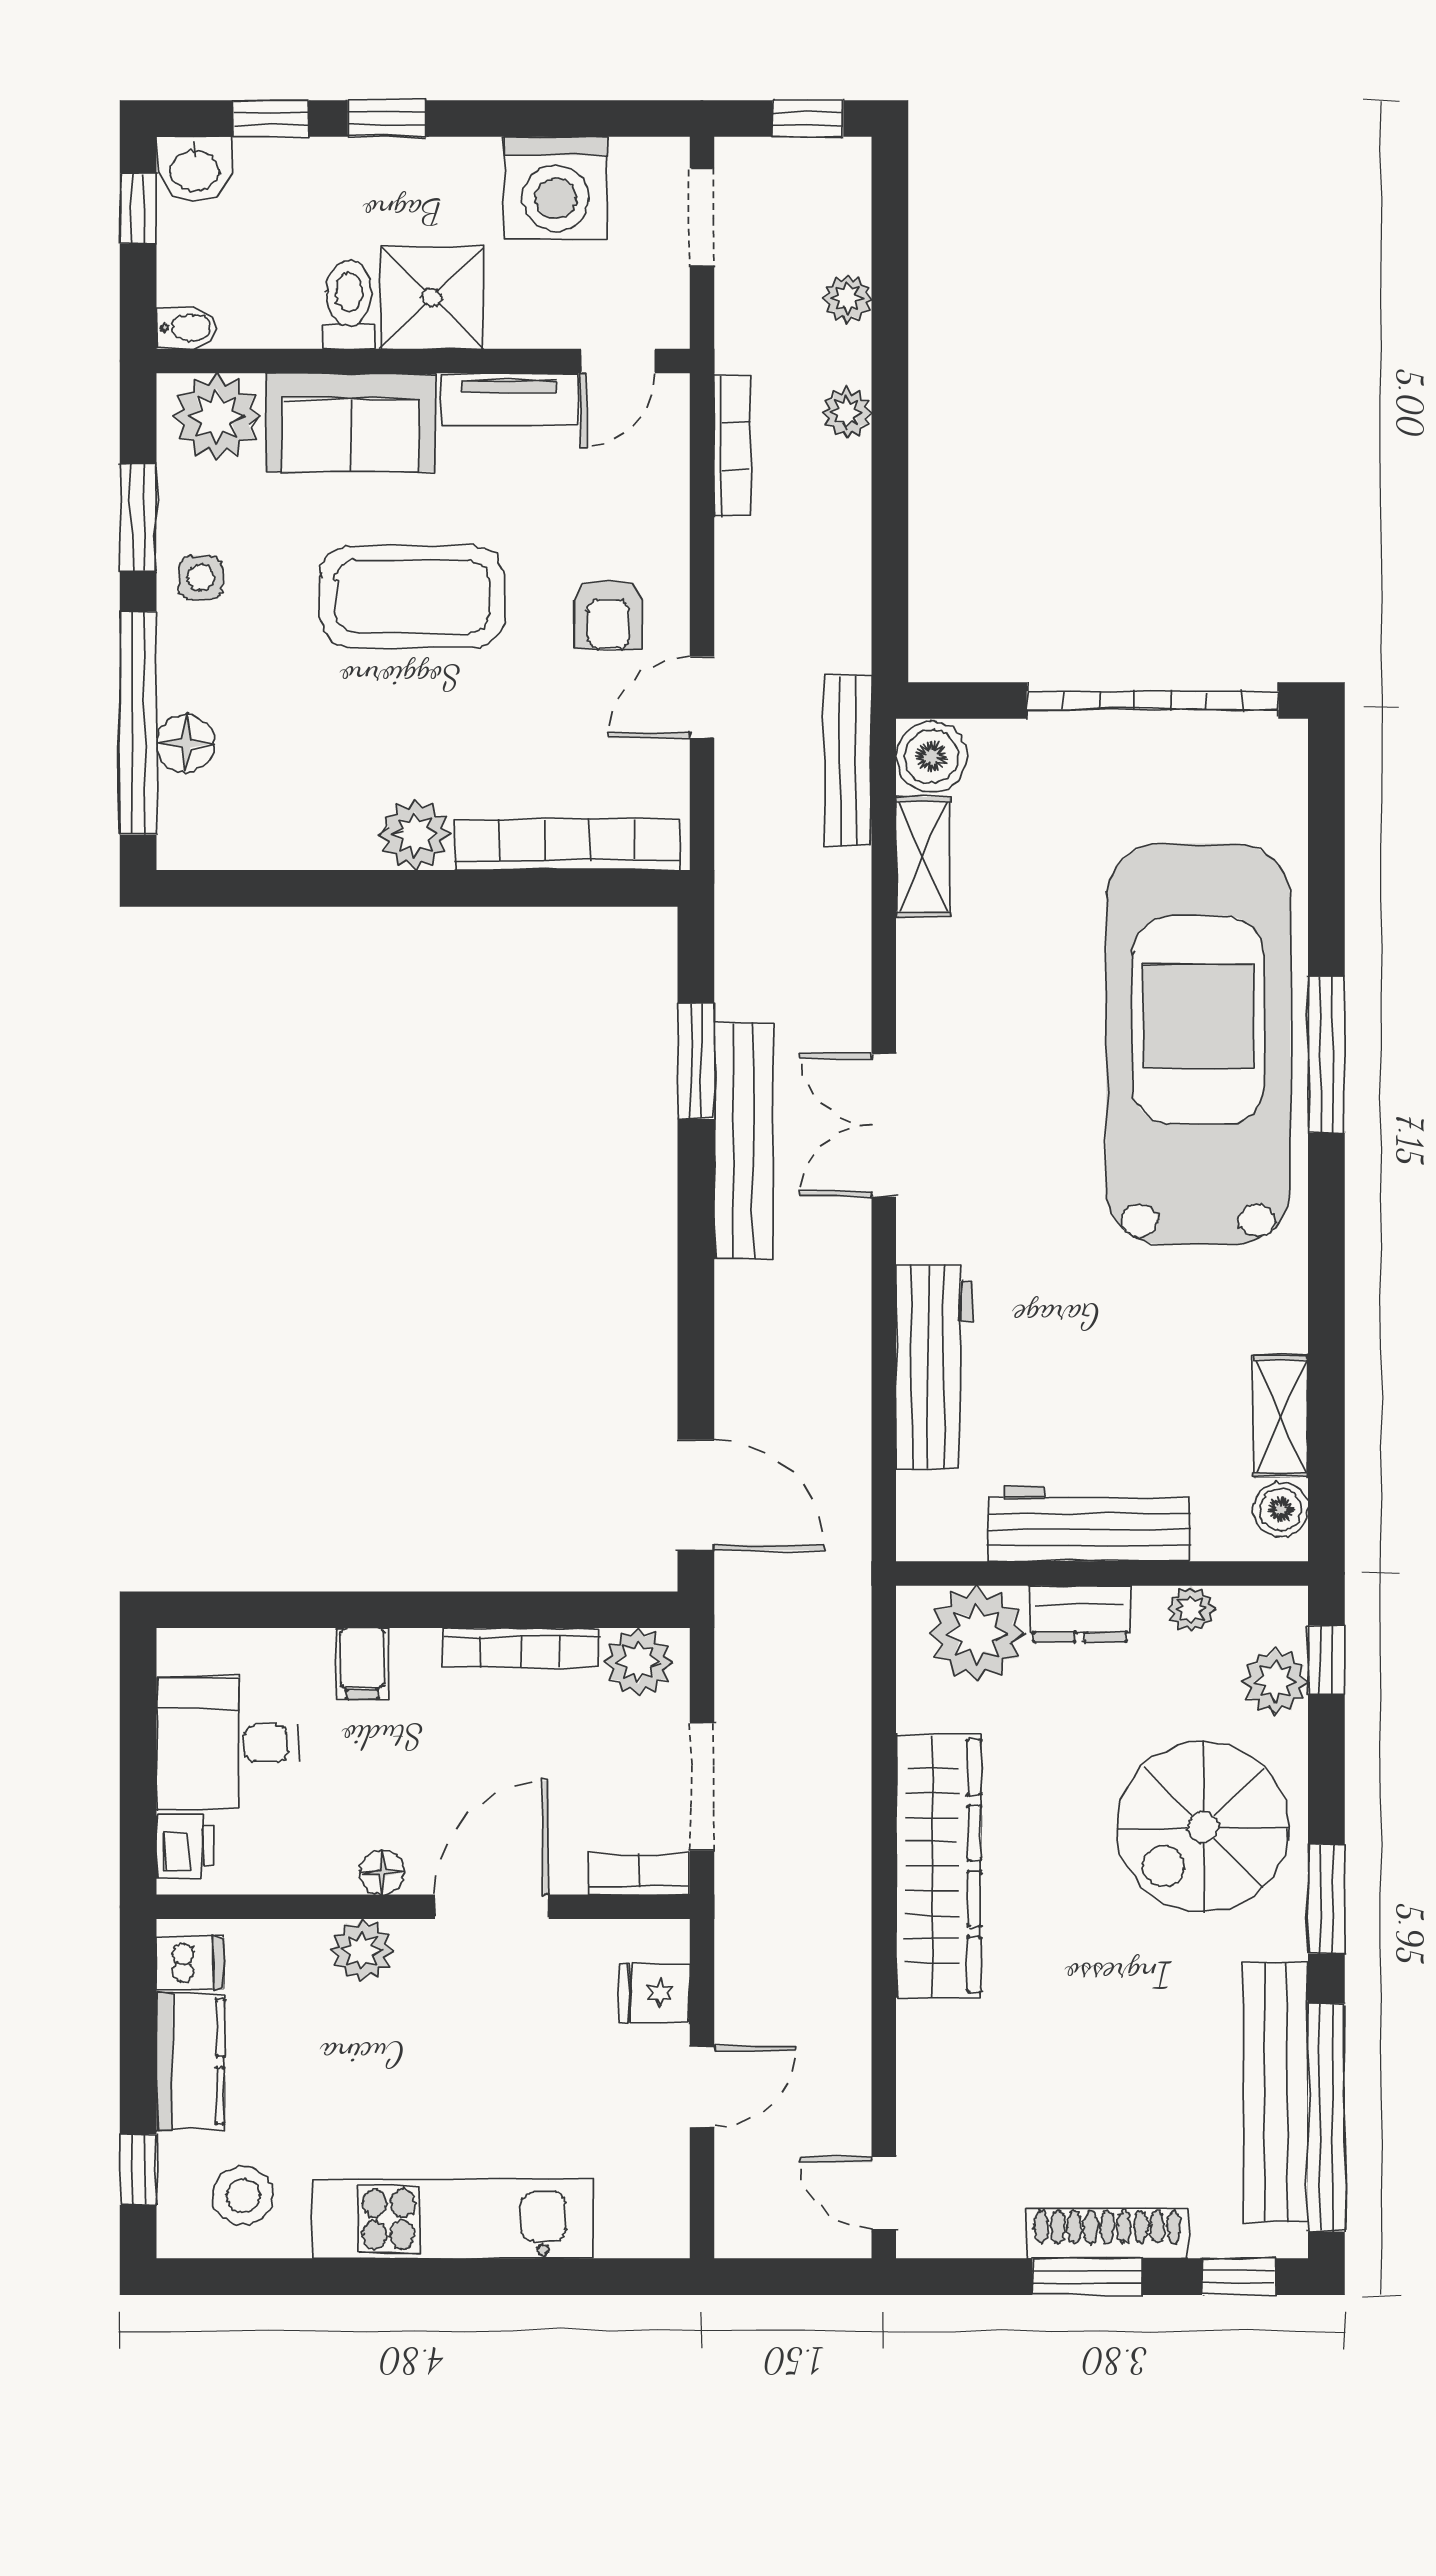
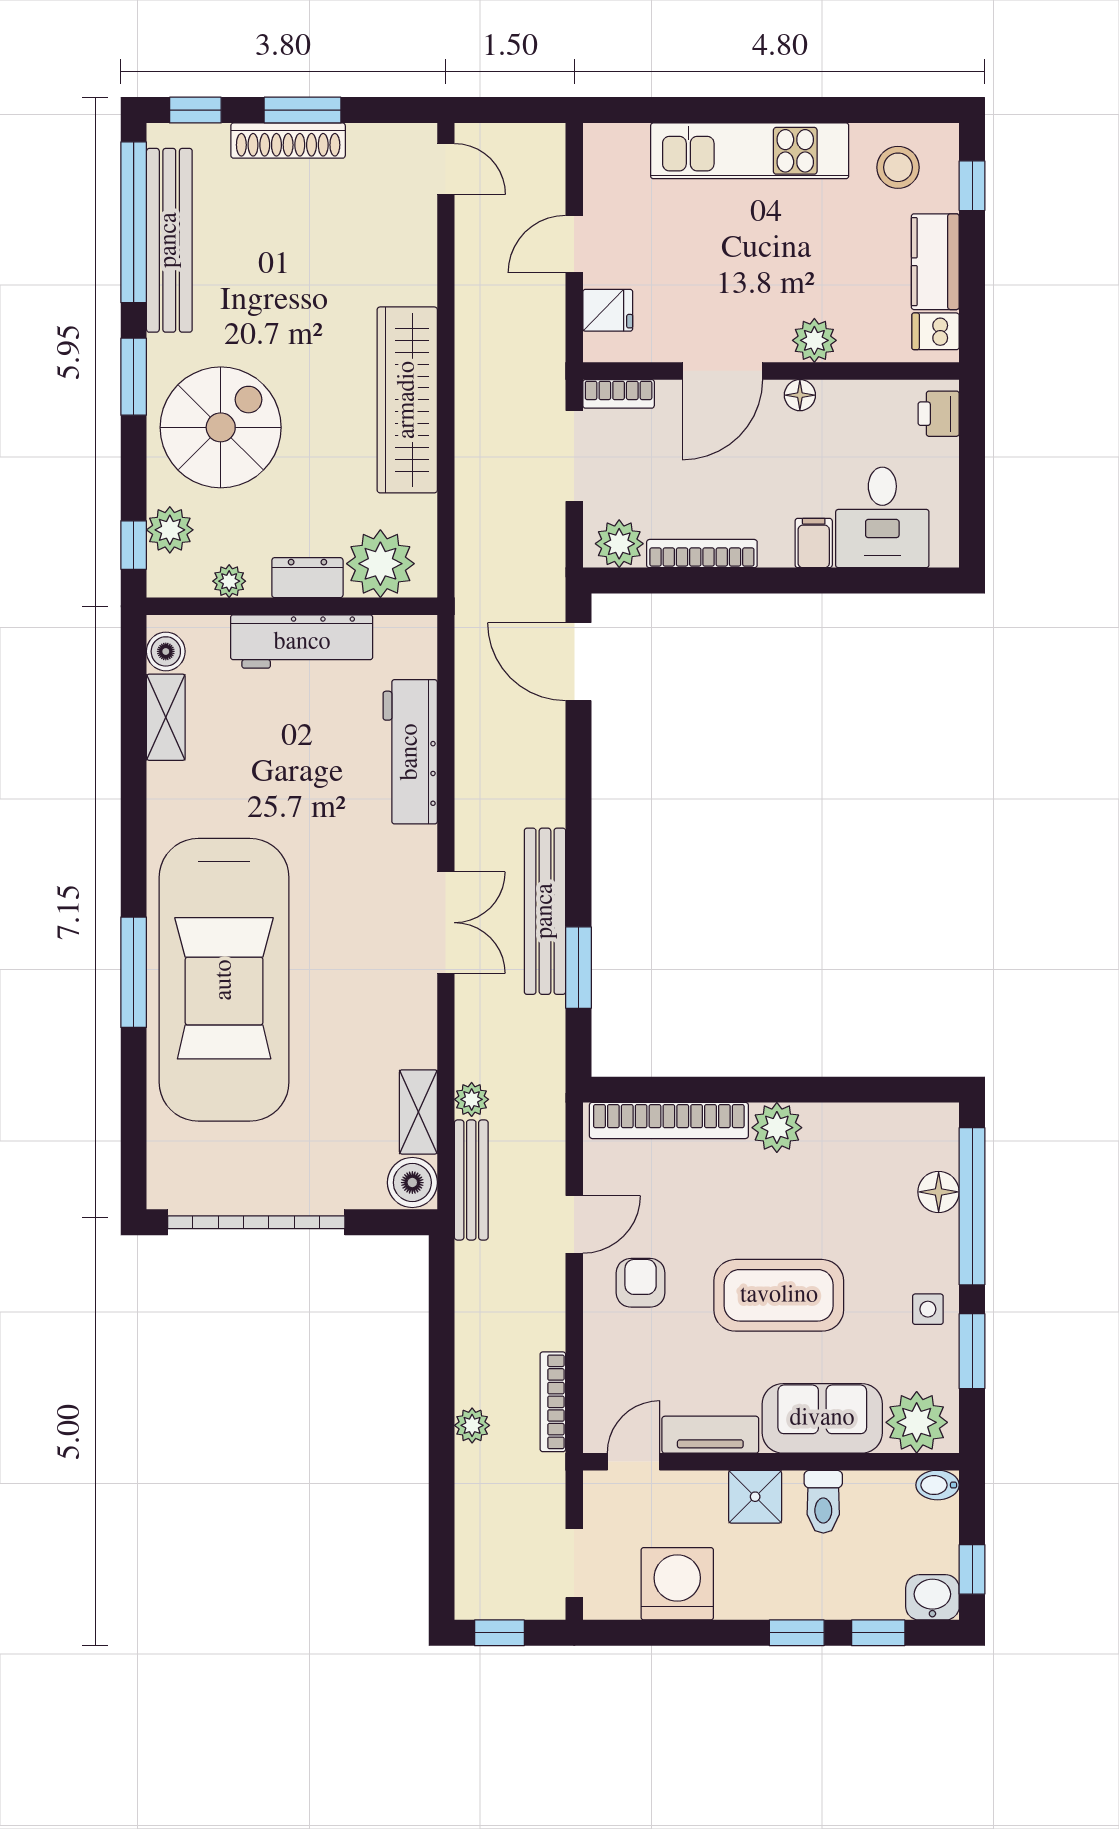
shower: (432, 298) -> (755, 1497), width x0.73, depth x0.73
plant: (847, 298) -> (472, 1099), moved
desk: (228, 1743) -> (882, 517), moved, turned 90

